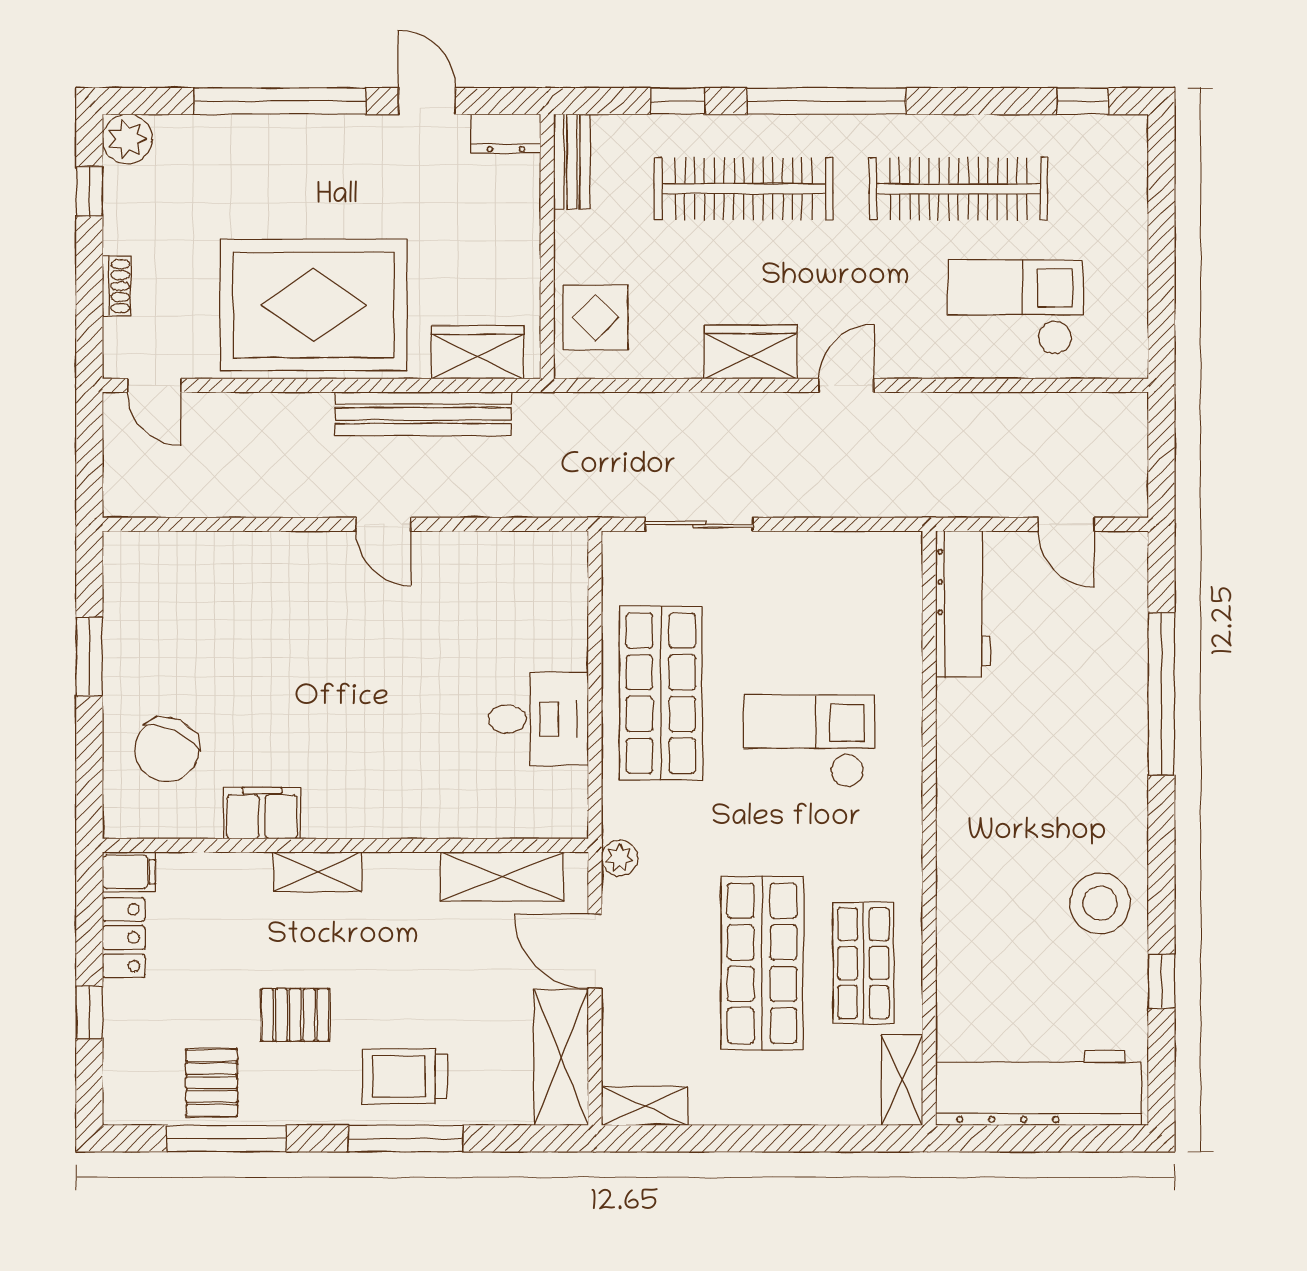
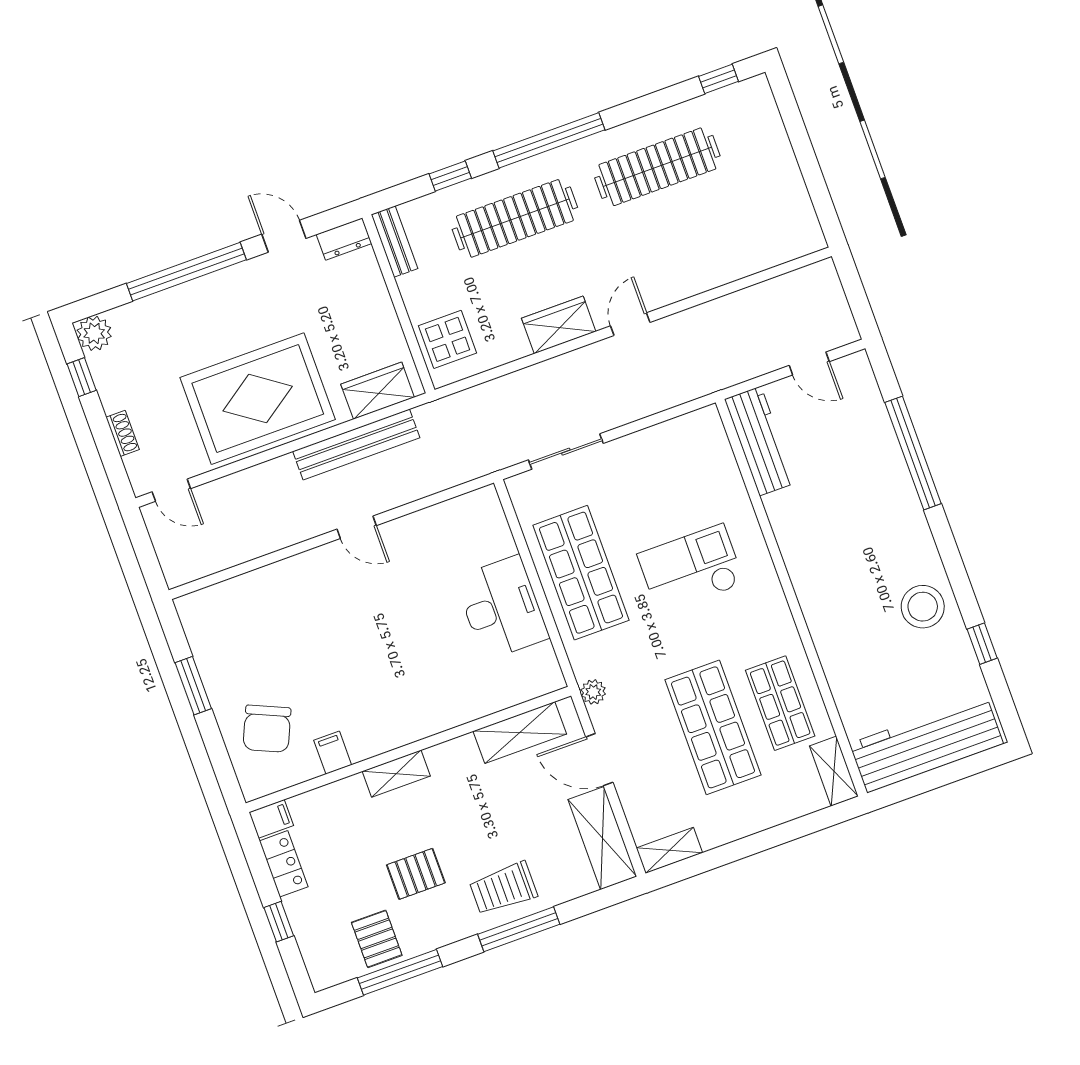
checkout: (1016, 307) -> (724, 232), removed
desk: (538, 719) -> (502, 608), width x1.37
filing cabinet: (262, 813) -> (333, 753), width x0.50

